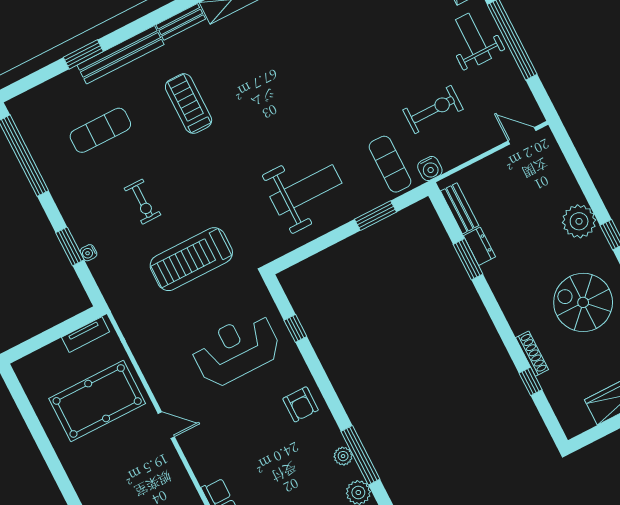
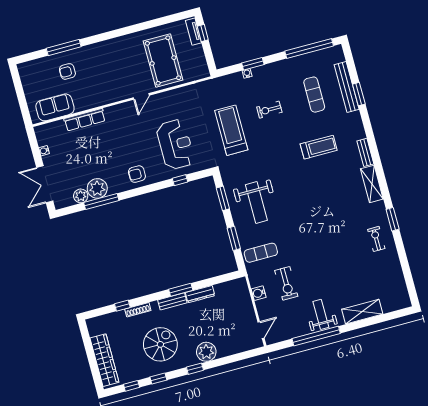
weight bench: (474, 39) -> (321, 314), turned -90
bench: (121, 55) -> (347, 87), moved
water cooler: (430, 169) -> (259, 293), moved
bench: (460, 208) -> (172, 301), moved
dresser: (479, 246) -> (200, 294), width x1.44
window: (311, 249) -> (223, 198), added
window: (468, 259) -> (181, 290), moved
tv unit: (86, 335) -> (193, 32), moved
window: (36, 343) -> (203, 33), added
plant: (343, 456) -> (97, 188), width x1.88, depth x1.88

